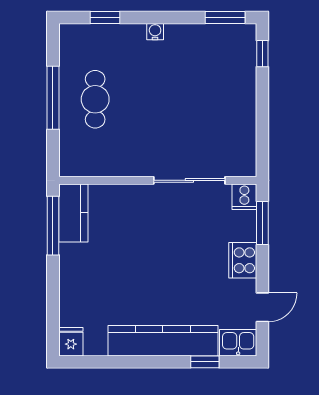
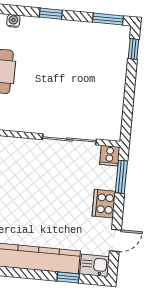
window: (105, 17) -> (51, 14), moved
water cooler: (155, 32) -> (13, 21), moved

